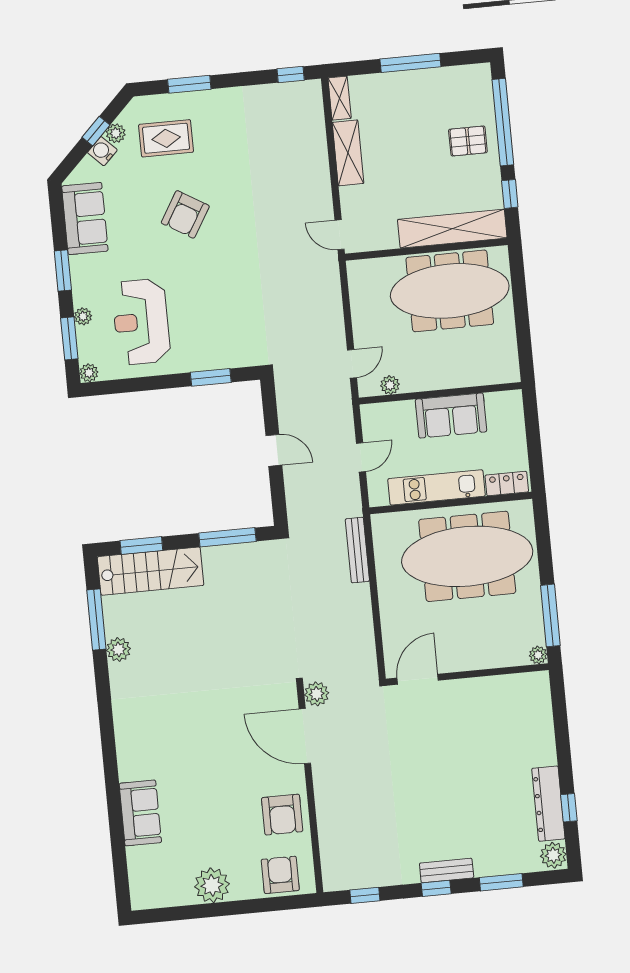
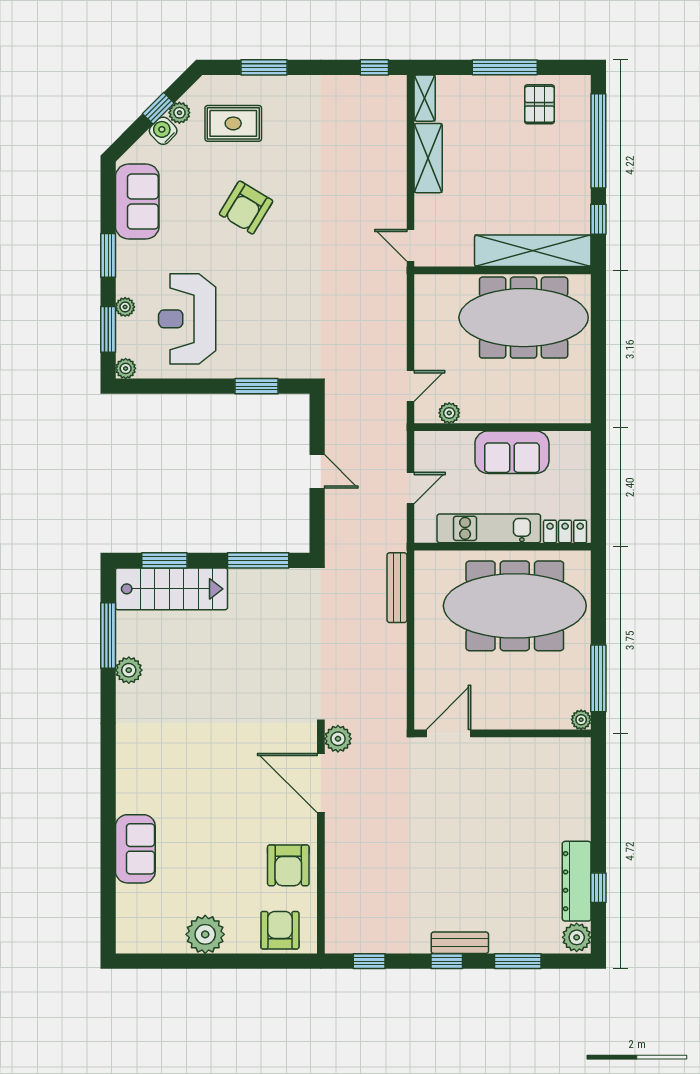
pallet: (468, 141) -> (539, 104), moved, turned 90

